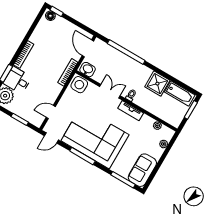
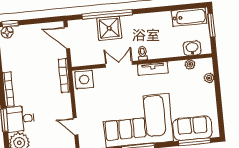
washbasin: (88, 70) -> (192, 48), moved
shower: (157, 84) -> (109, 28), moved
door: (51, 112) -> (76, 127), hinge flipped
sofa: (142, 170) -> (192, 128), moved, turned 90

